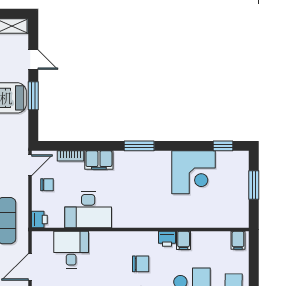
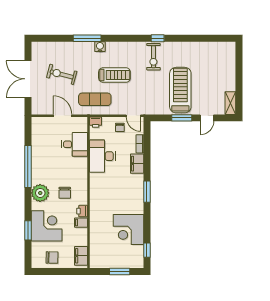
filing cabinet: (238, 240) -> (81, 256), width x2.00

